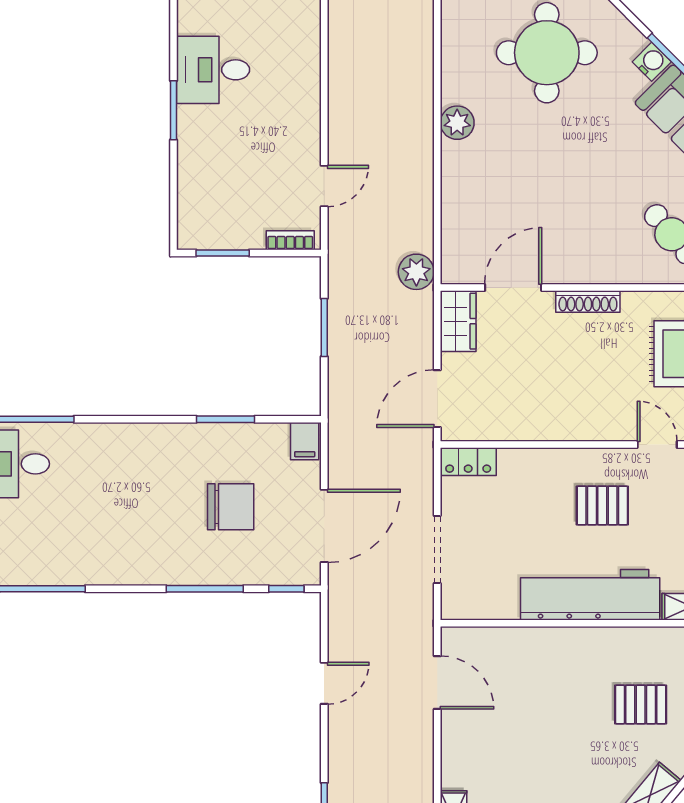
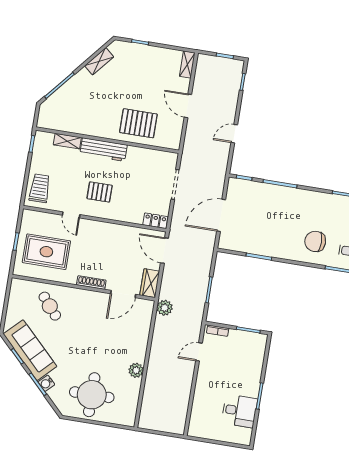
door: (437, 399) -> (164, 251), swing flipped
filing cabinet: (305, 441) -> (226, 241), removed
chair: (231, 507) -> (315, 241), moved
door: (324, 526) -> (221, 215), moved
workbench: (590, 595) -> (104, 150), width x0.73, depth x0.76
door: (437, 682) -> (188, 106), moved
pallet: (641, 705) -> (138, 123), moved, width x1.50, depth x1.42

